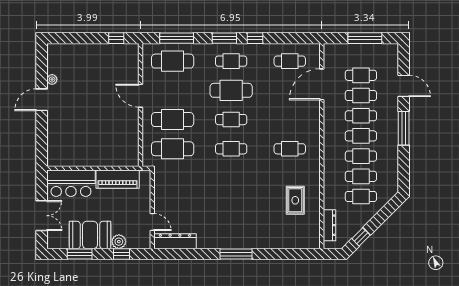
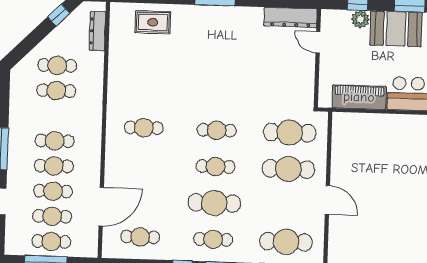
cafe table: (361, 156) -> (51, 241), moved
rug: (295, 200) -> (153, 22), moved, turned 90

